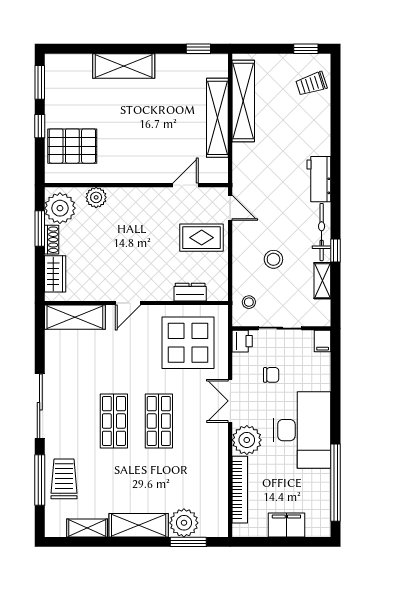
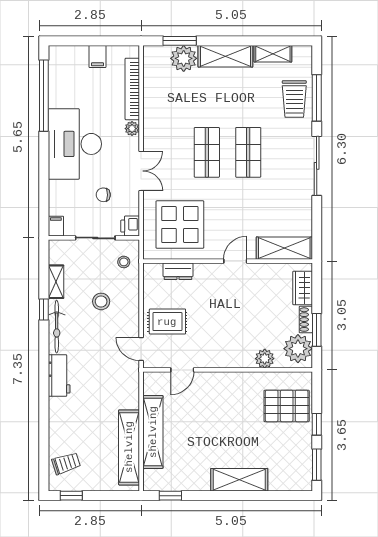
plant: (247, 440) -> (132, 129), width x0.53, depth x0.53
filing cabinet: (286, 525) -> (98, 56), width x0.50

